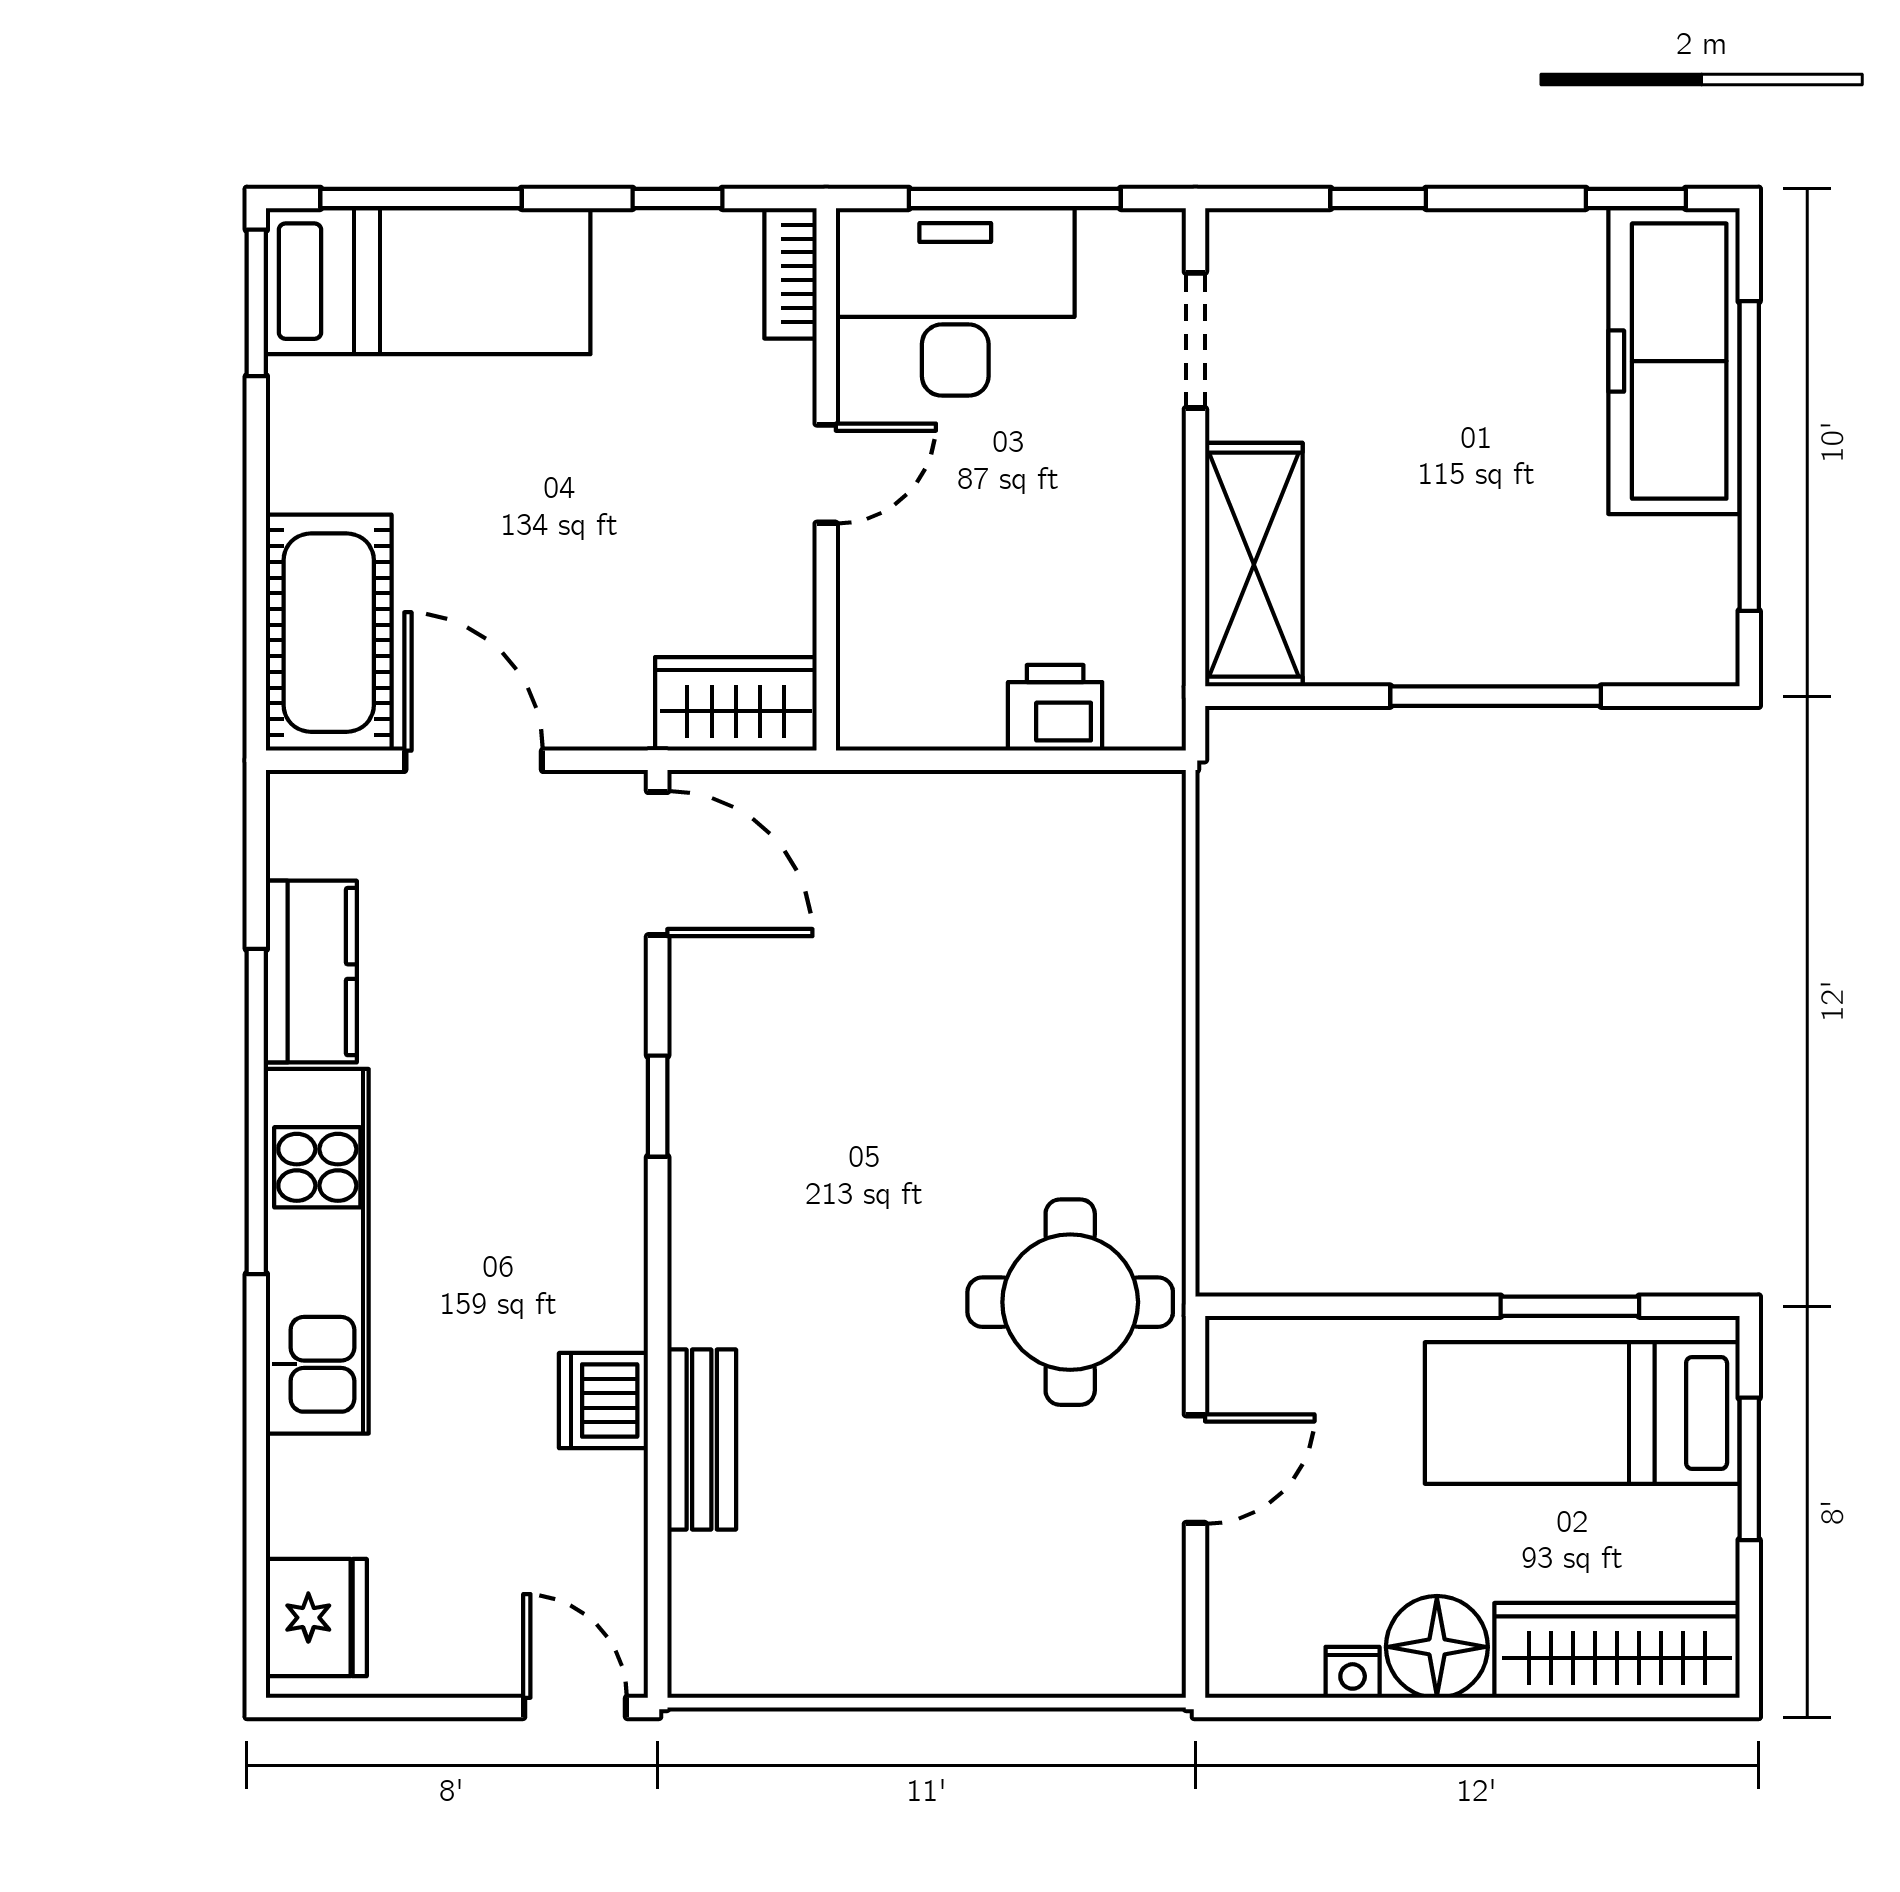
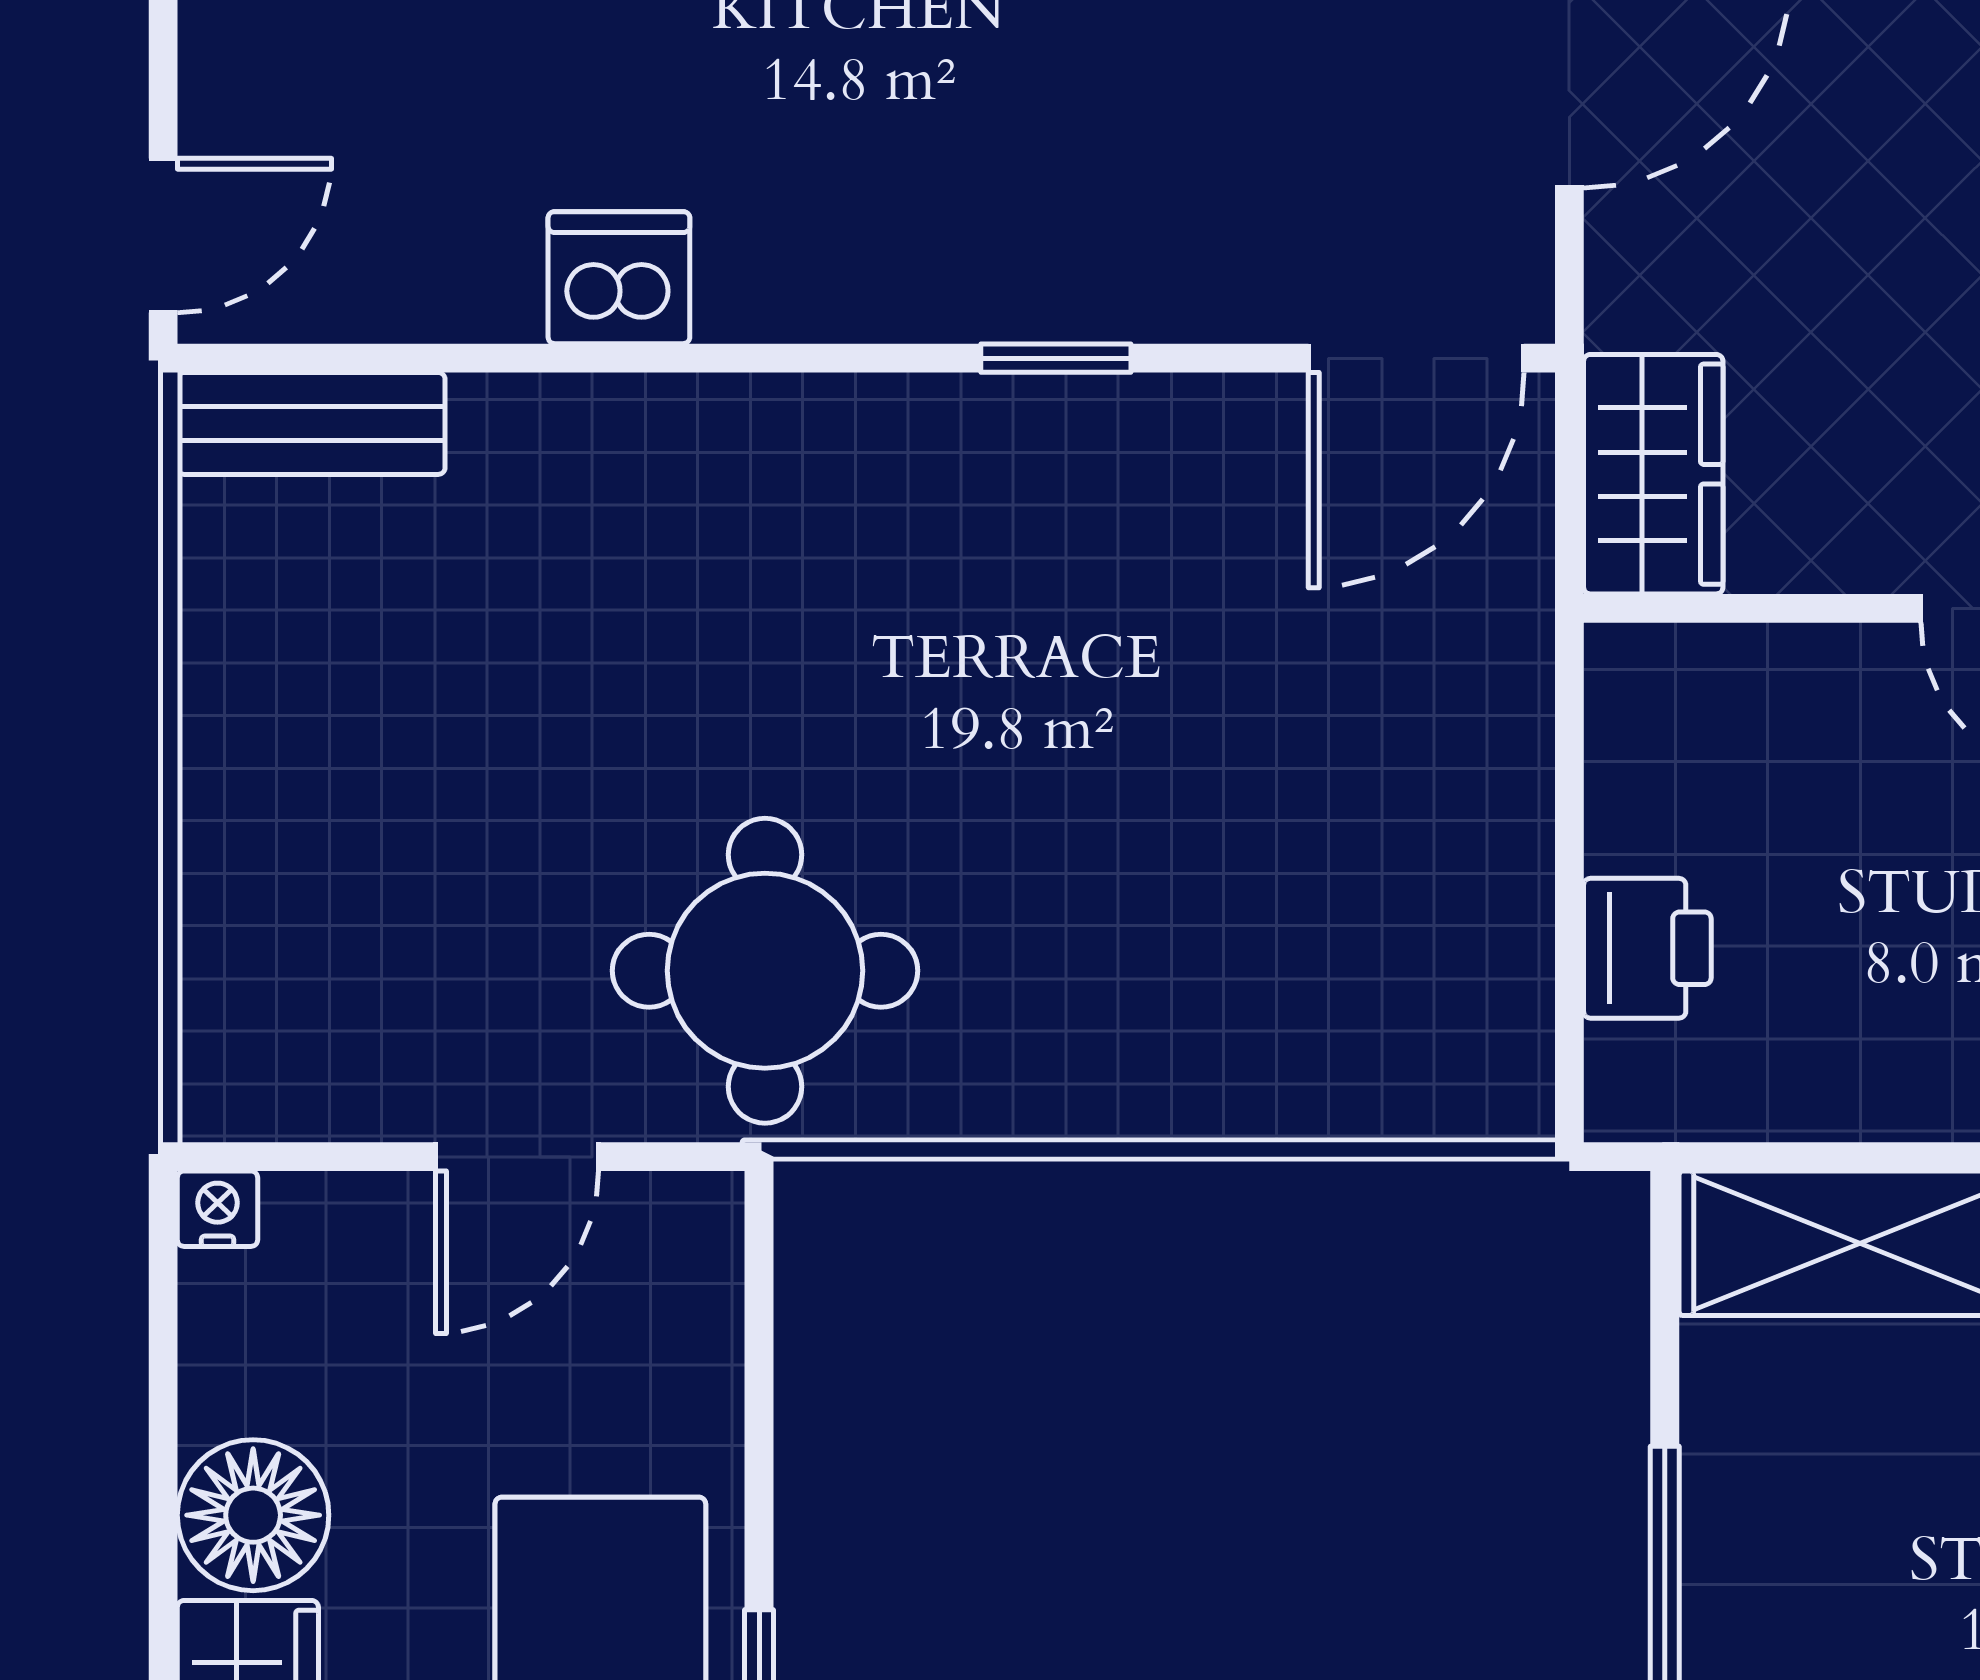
bench: (702, 1439) -> (311, 423), moved
door: (1195, 1469) -> (517, 1157), hinge flipped
nightstand: (1353, 1672) -> (218, 1209), moved, turned 90

